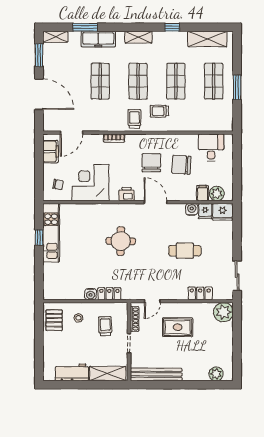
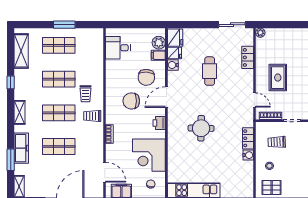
chair: (181, 165) -> (146, 77), moved
plant: (223, 312) -> (260, 33), width x0.53, depth x0.53

